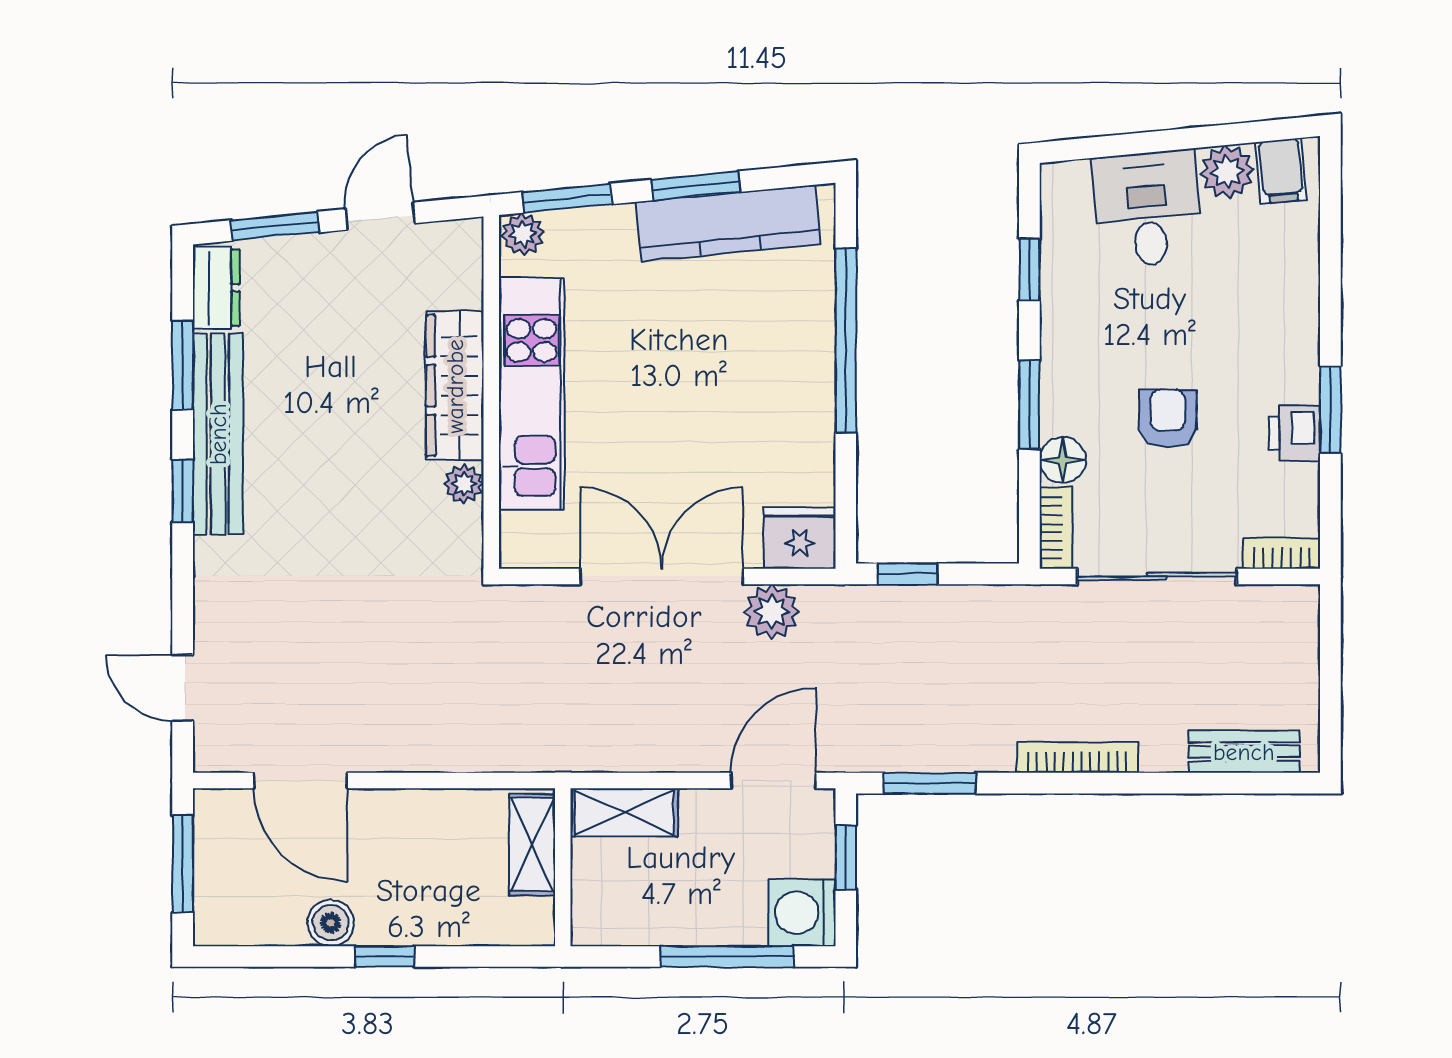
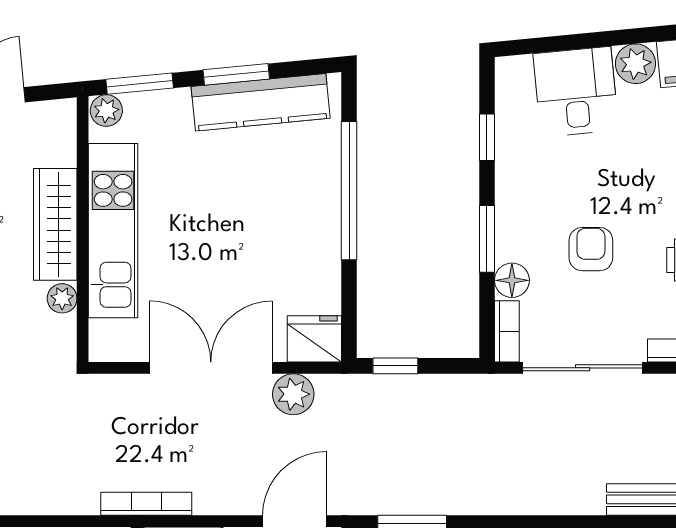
bookcase: (1077, 757) -> (146, 504), moved

